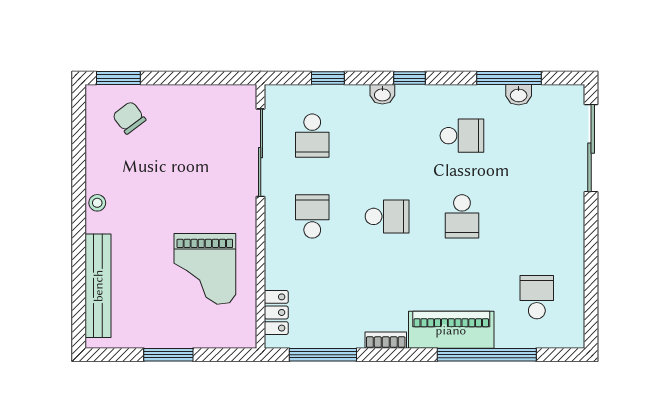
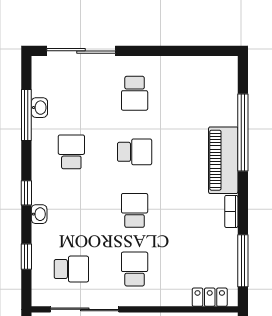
school desk: (312, 216) -> (135, 269), turned 90
school desk: (537, 297) -> (135, 93), moved, turned -90

